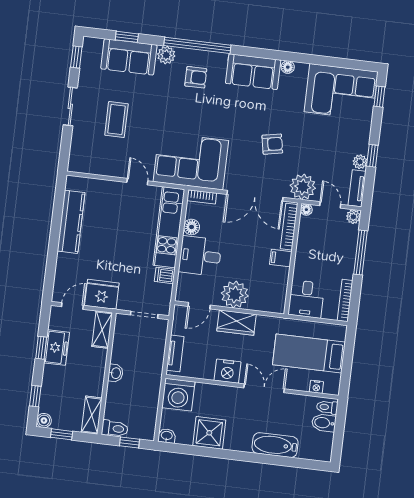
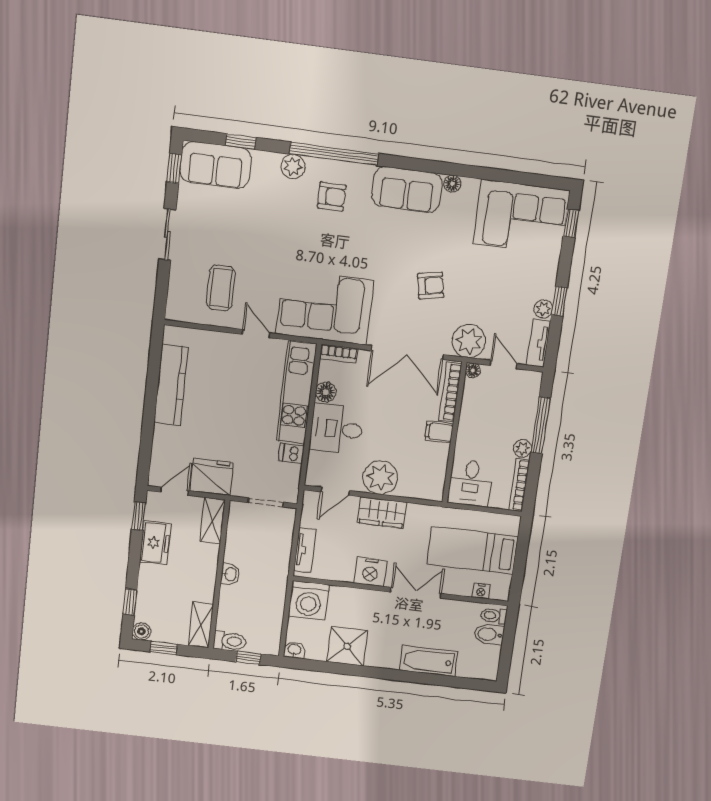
sofa: (129, 57) -> (216, 165), moved
coffee table: (116, 120) -> (221, 288), moved
plant: (353, 217) -> (522, 448), moved
window: (41, 348) -> (139, 516), moved

